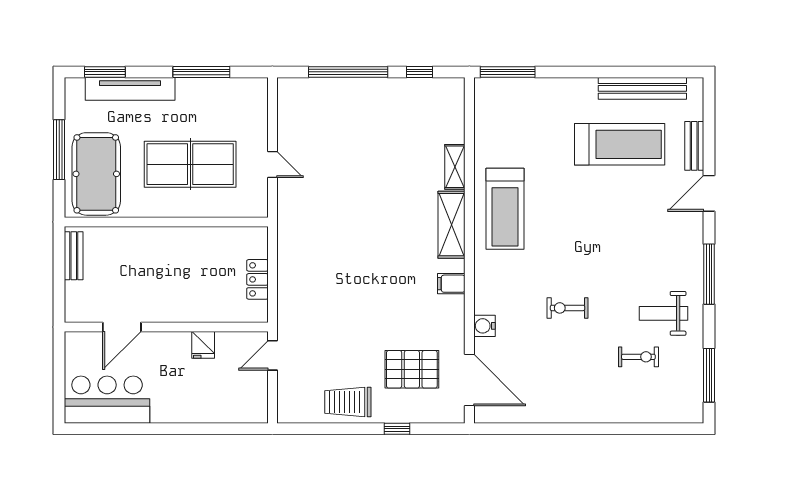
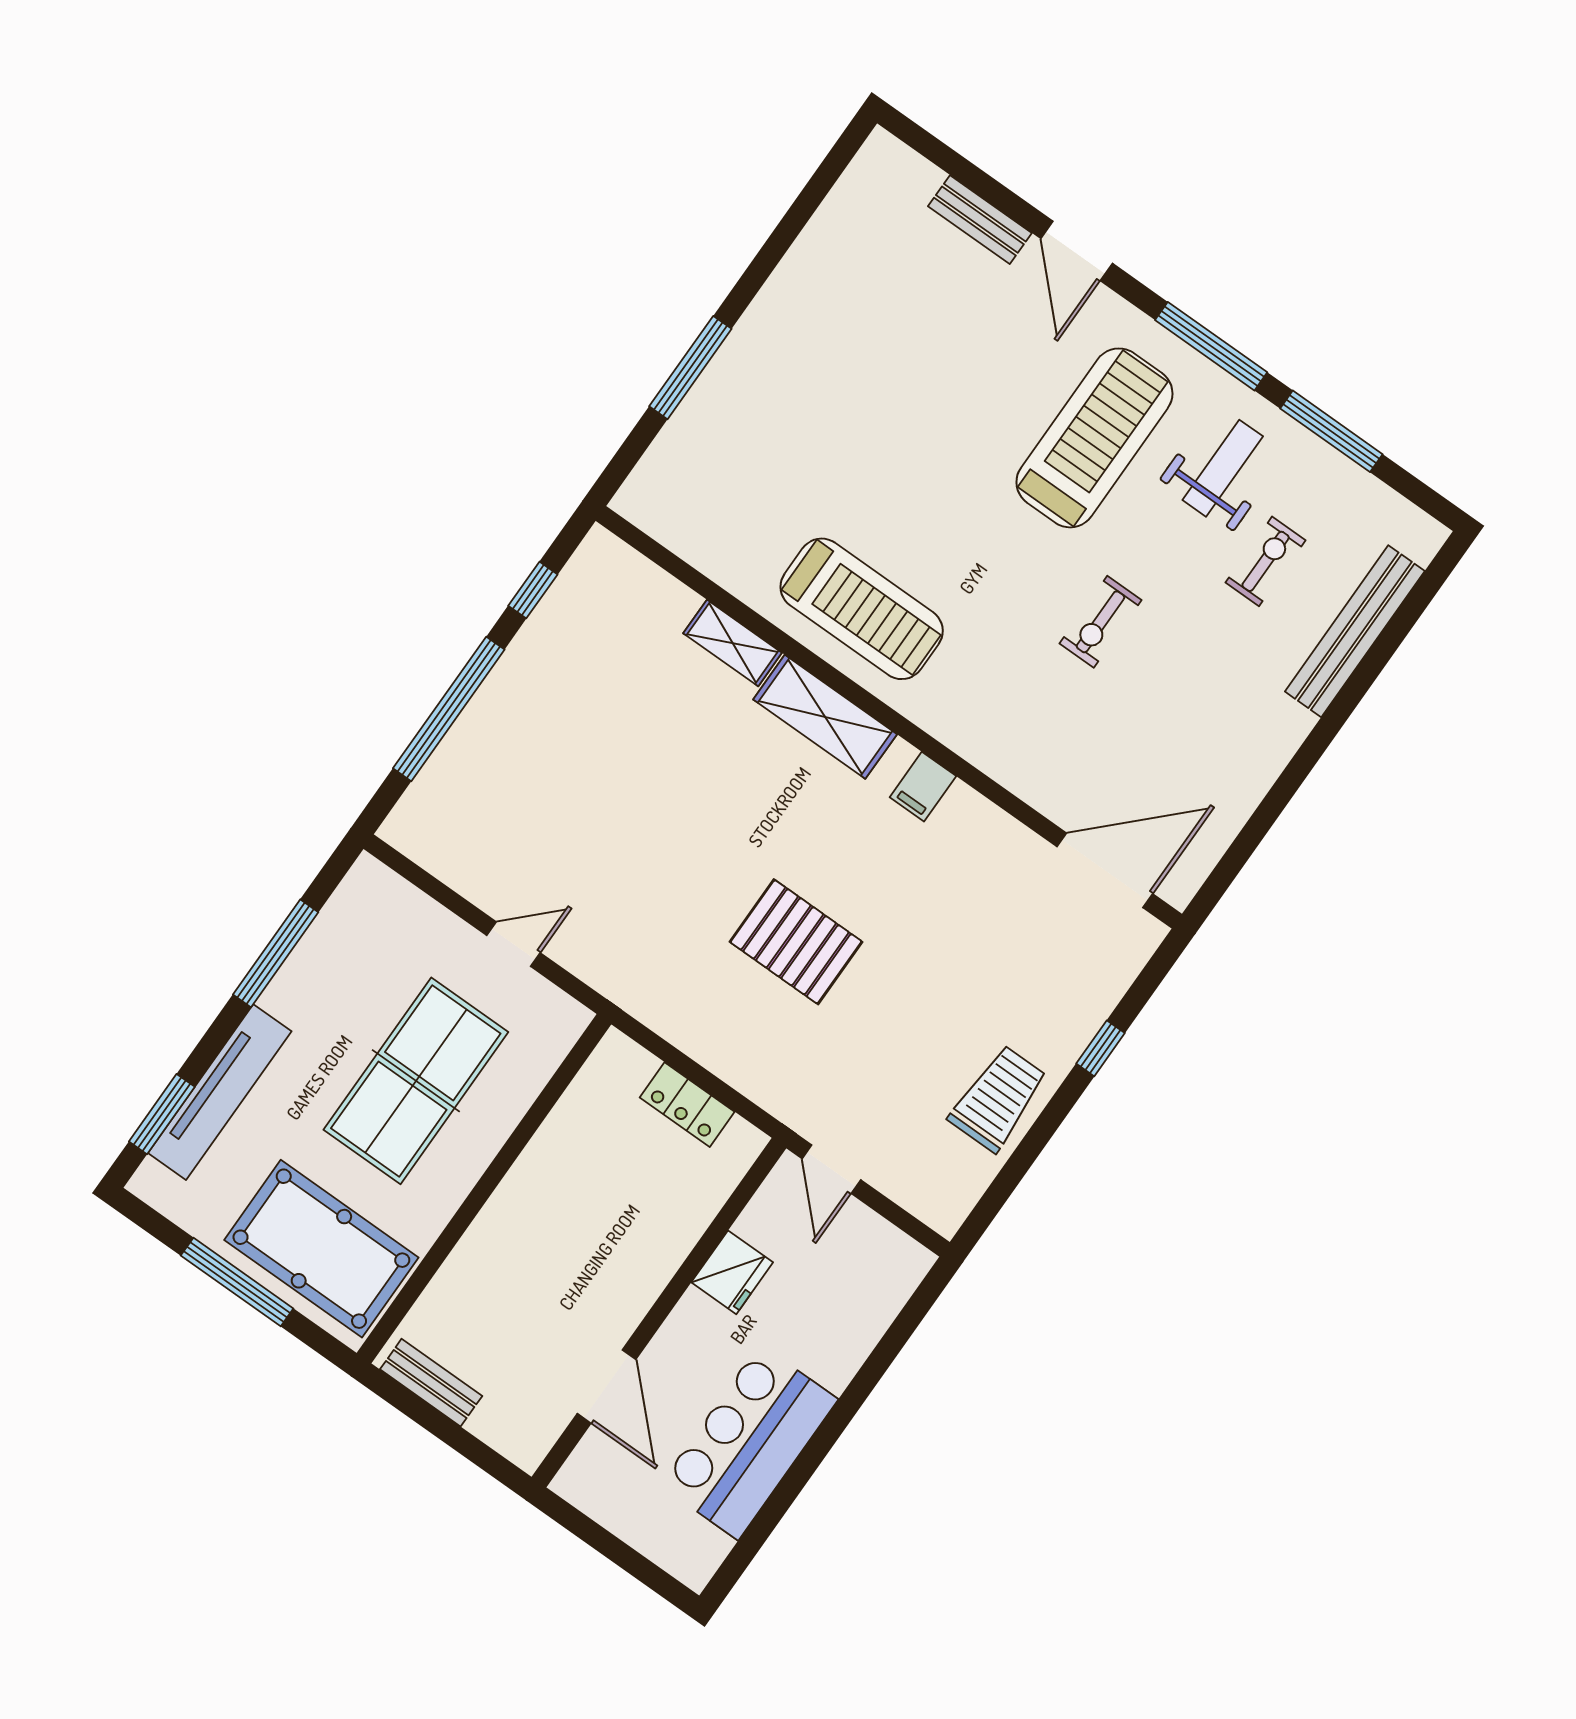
window: (508, 72) -> (690, 368), moved
bench: (642, 88) -> (1355, 631), moved
treadmill: (620, 144) -> (1094, 438), moved
weight bench: (664, 313) -> (1223, 468), turned 180
water cooler: (484, 326) -> (1032, 781), removed
fridge: (203, 345) -> (732, 1272), width x1.38
pallet: (412, 369) -> (796, 942), moved, turned 90
window: (709, 375) -> (1331, 431), moved
bar counter: (107, 400) -> (749, 1442), moved
trolley: (348, 402) -> (998, 1099), turned 180

